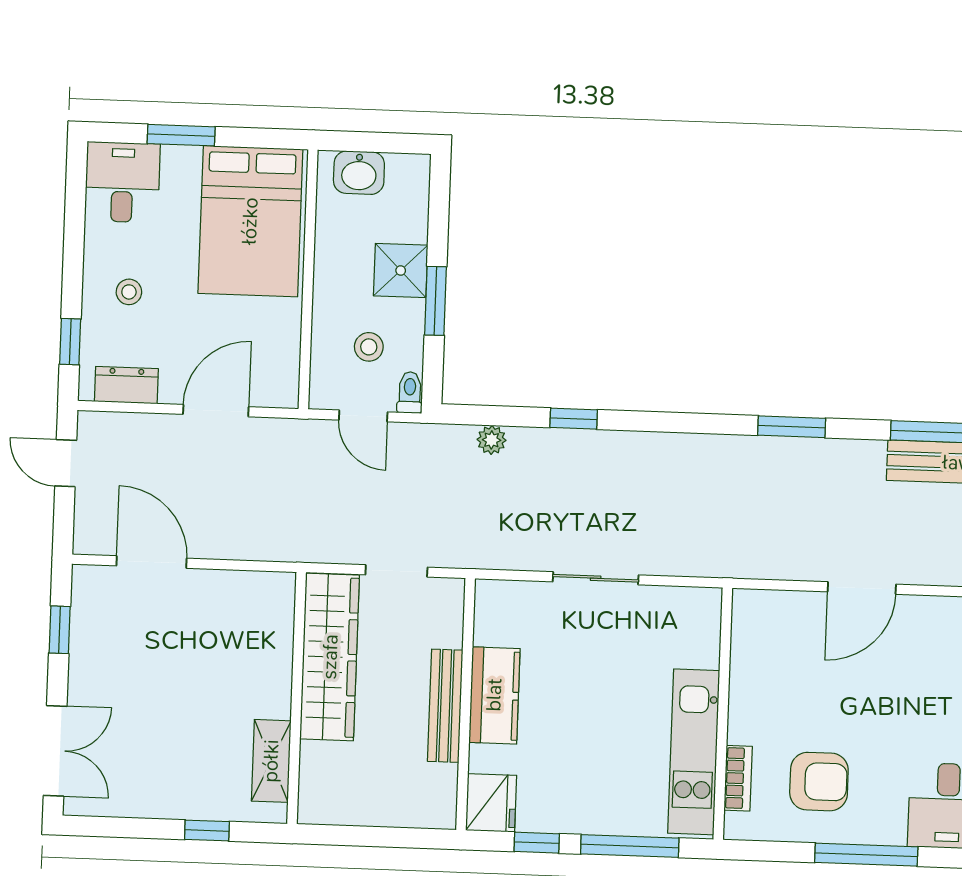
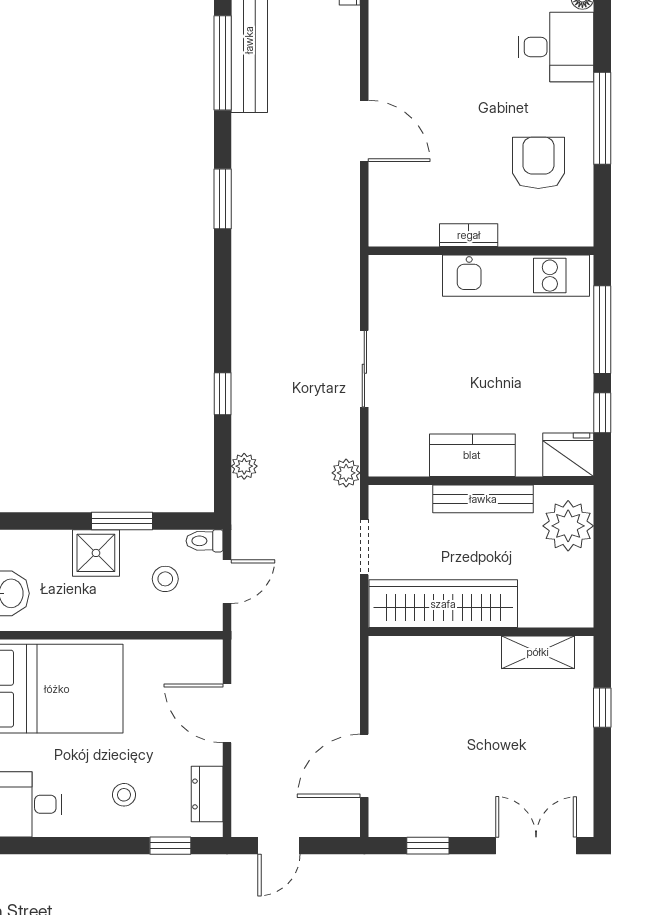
plant: (480, 554) -> (346, 473), added
bookcase: (738, 778) -> (469, 235), moved
plant: (412, 800) -> (568, 526), added

